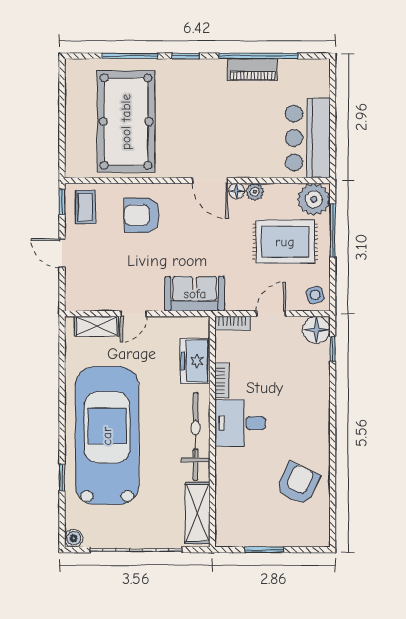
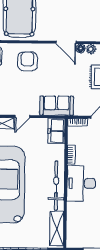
armchair: (142, 215) -> (27, 61), turned 90
freezer: (195, 361) -> (56, 131), moved
desk: (240, 423) -> (81, 183), width x1.37

